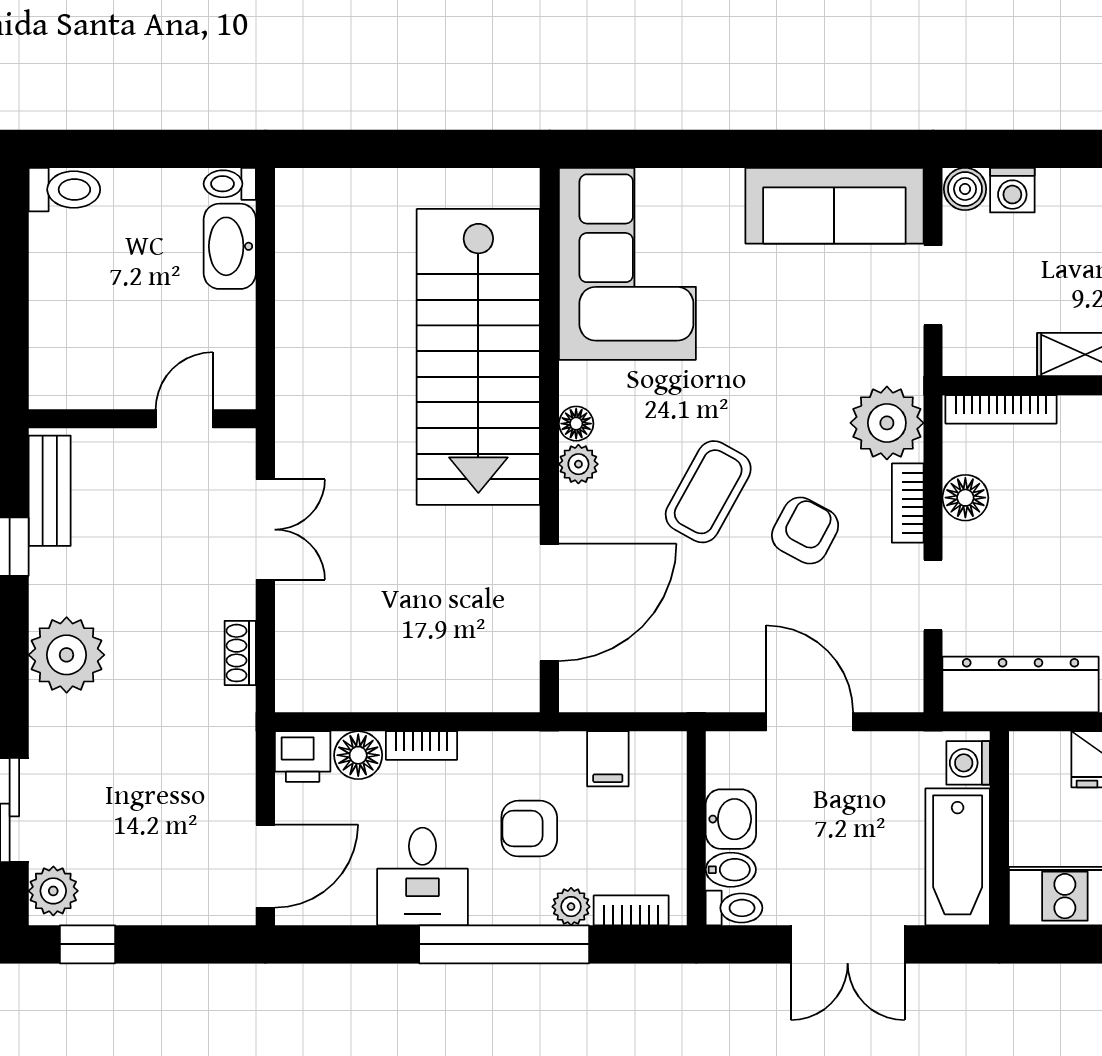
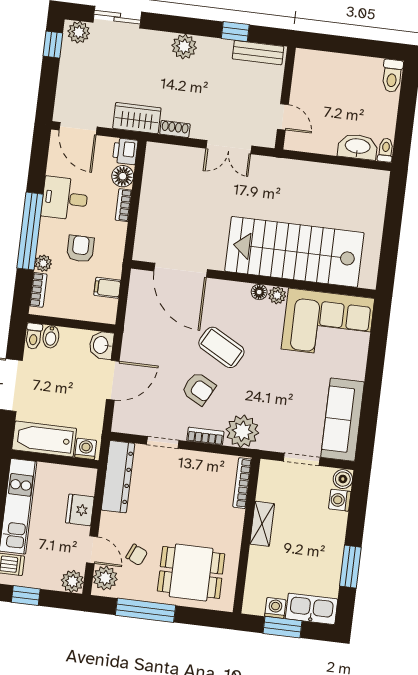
plant: (578, 464) -> (277, 295), moved
floor lamp: (965, 498) -> (205, 462), removed
plant: (67, 655) -> (184, 47), width x0.73, depth x0.73
wardrobe: (227, 740) -> (137, 118), added
washbasin: (731, 819) -> (101, 345), moved, turned 90

